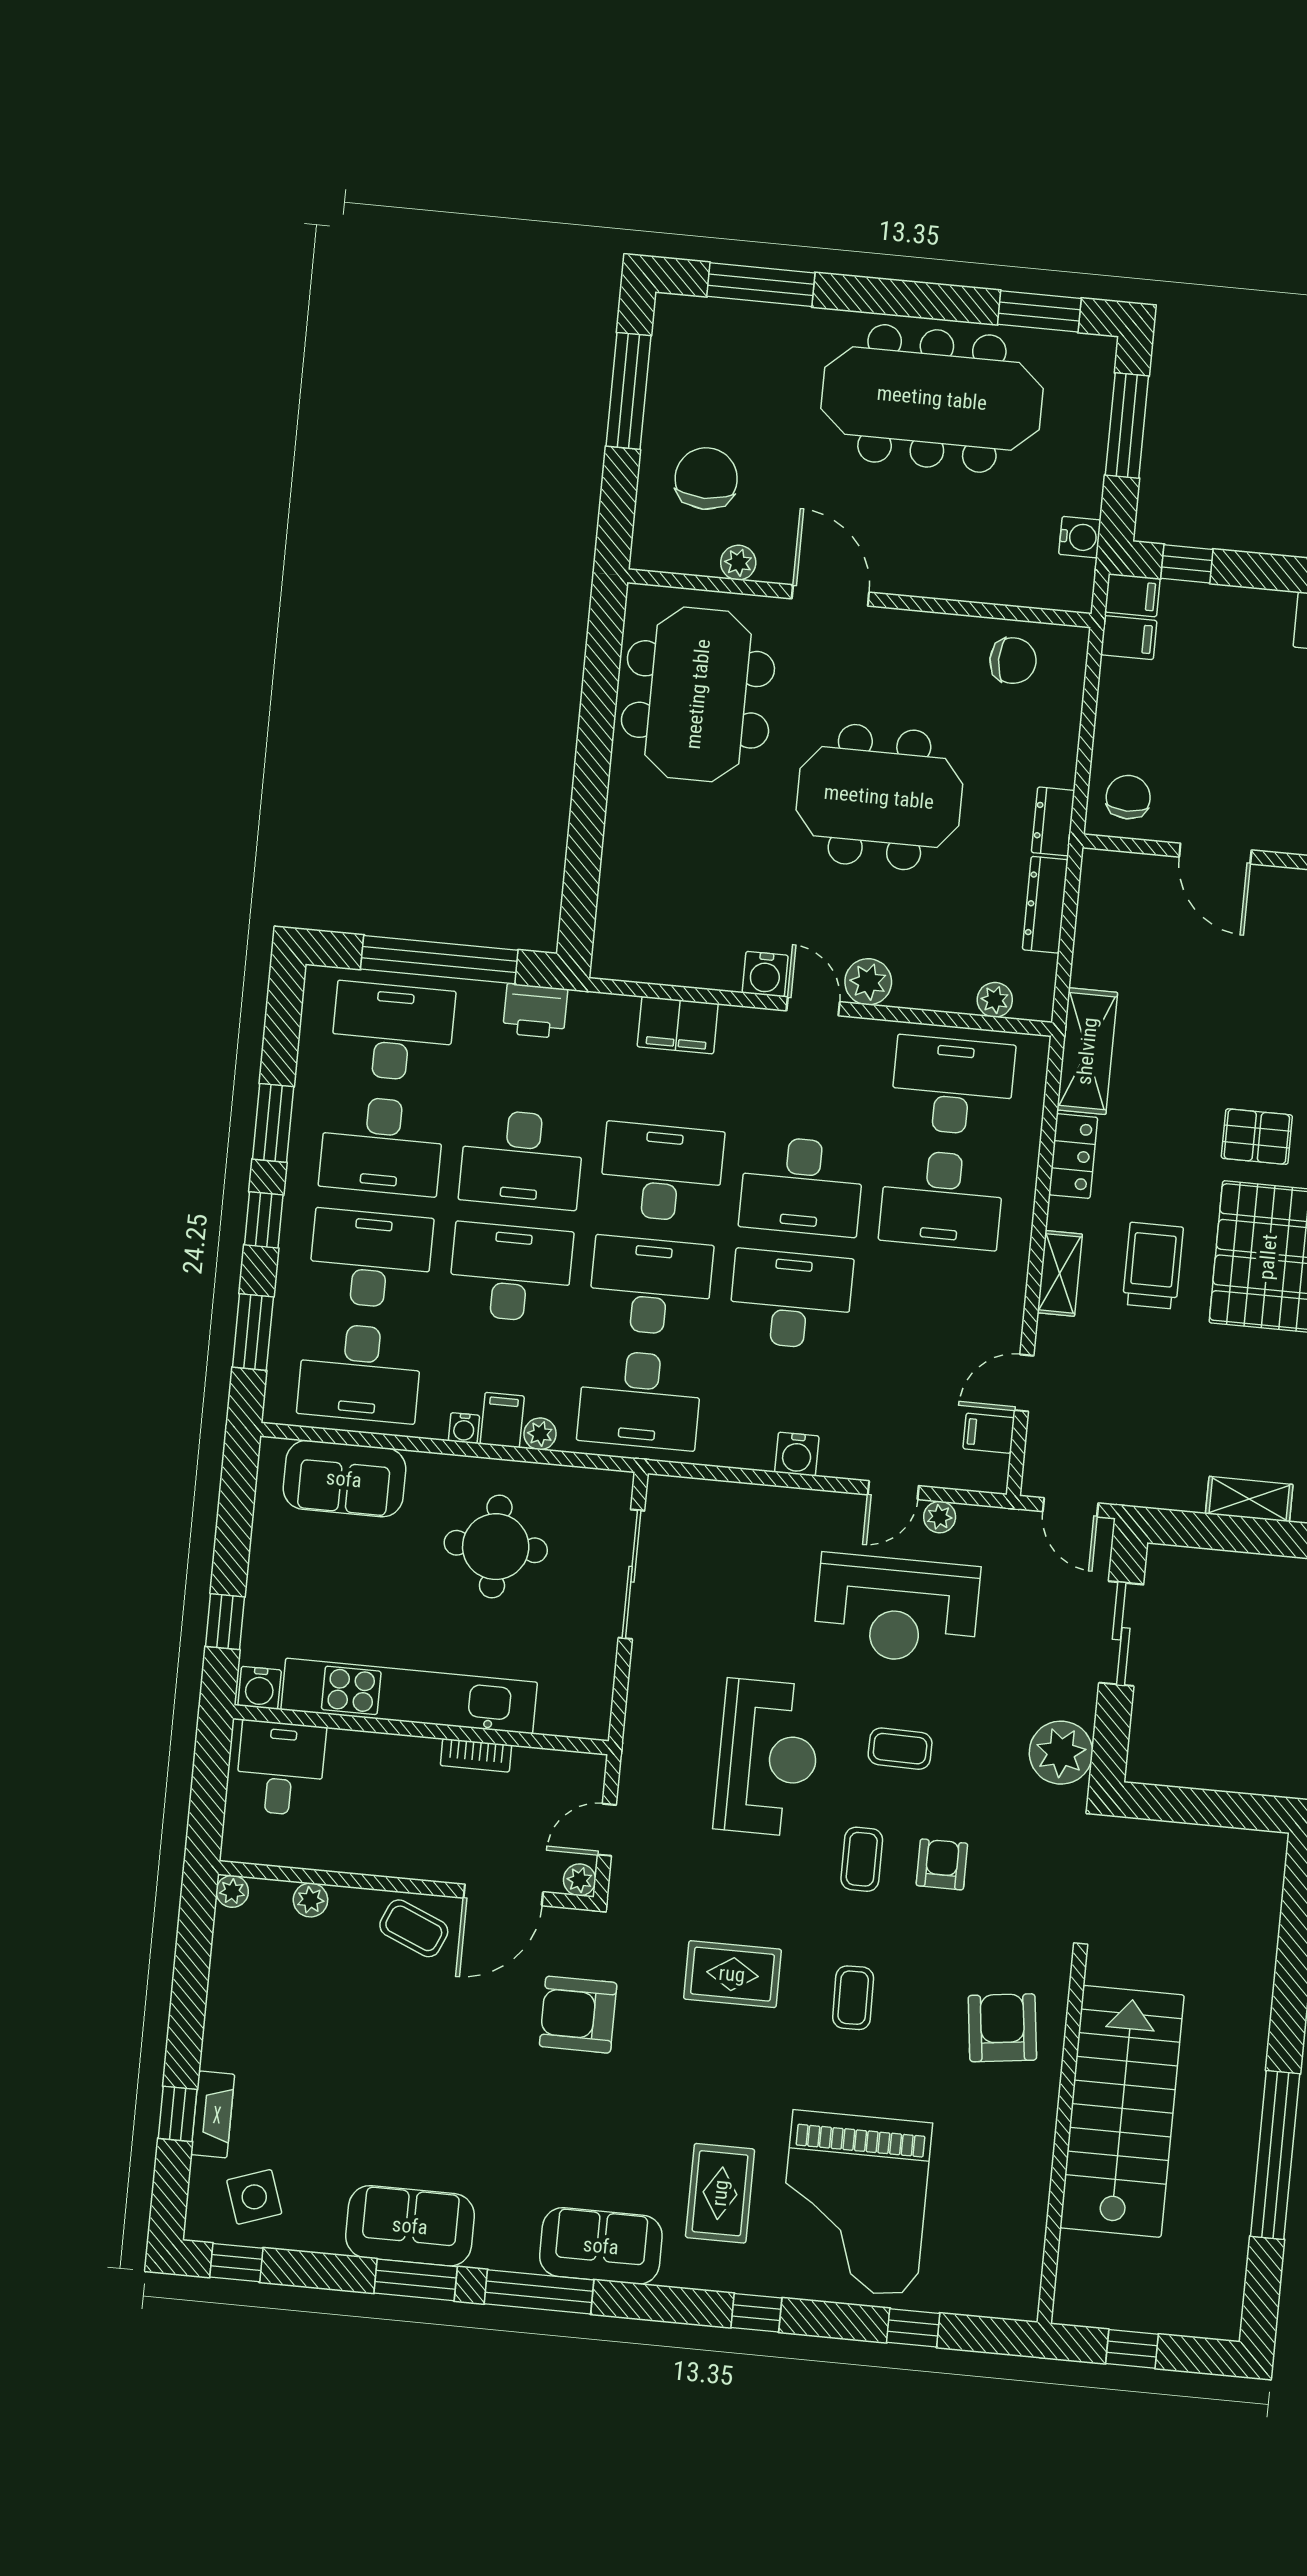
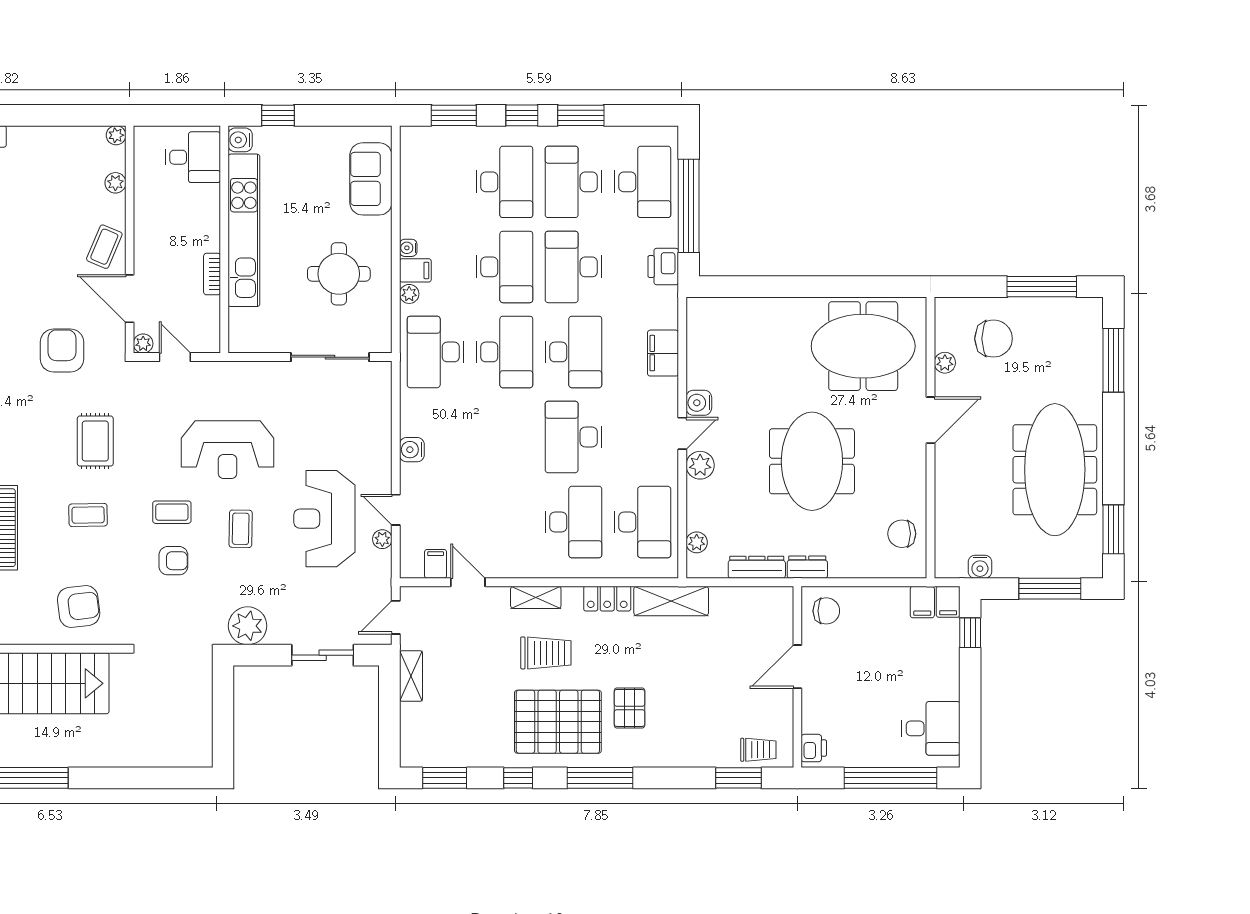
chair: (1013, 661) -> (902, 534), turned 90
desk: (942, 1199) -> (573, 522), turned 180
desk: (791, 1300) -> (504, 437), removed
desk: (360, 1373) -> (436, 182), removed
shelving: (1249, 1499) -> (411, 676), moved

